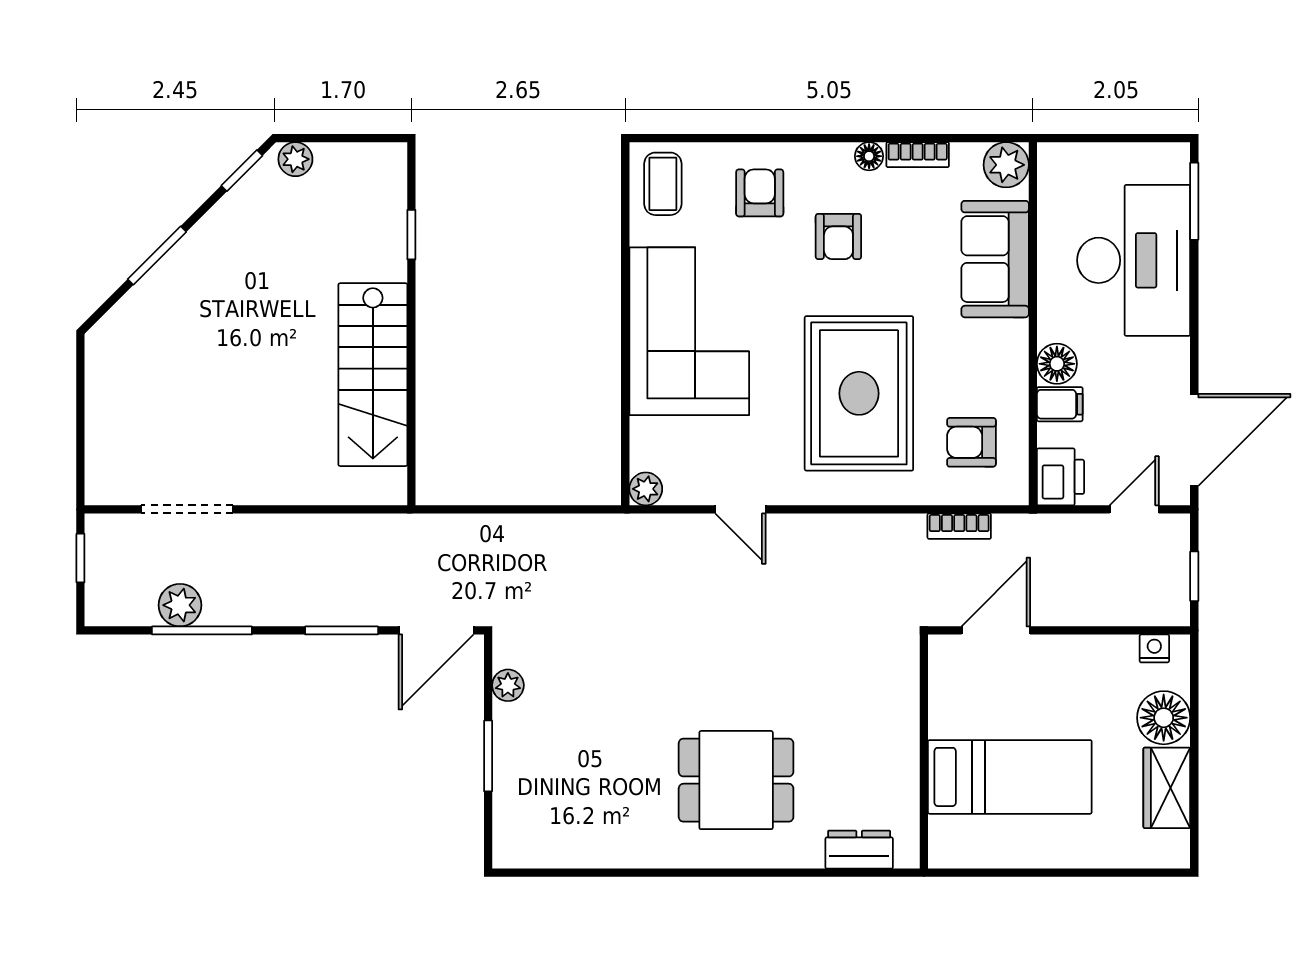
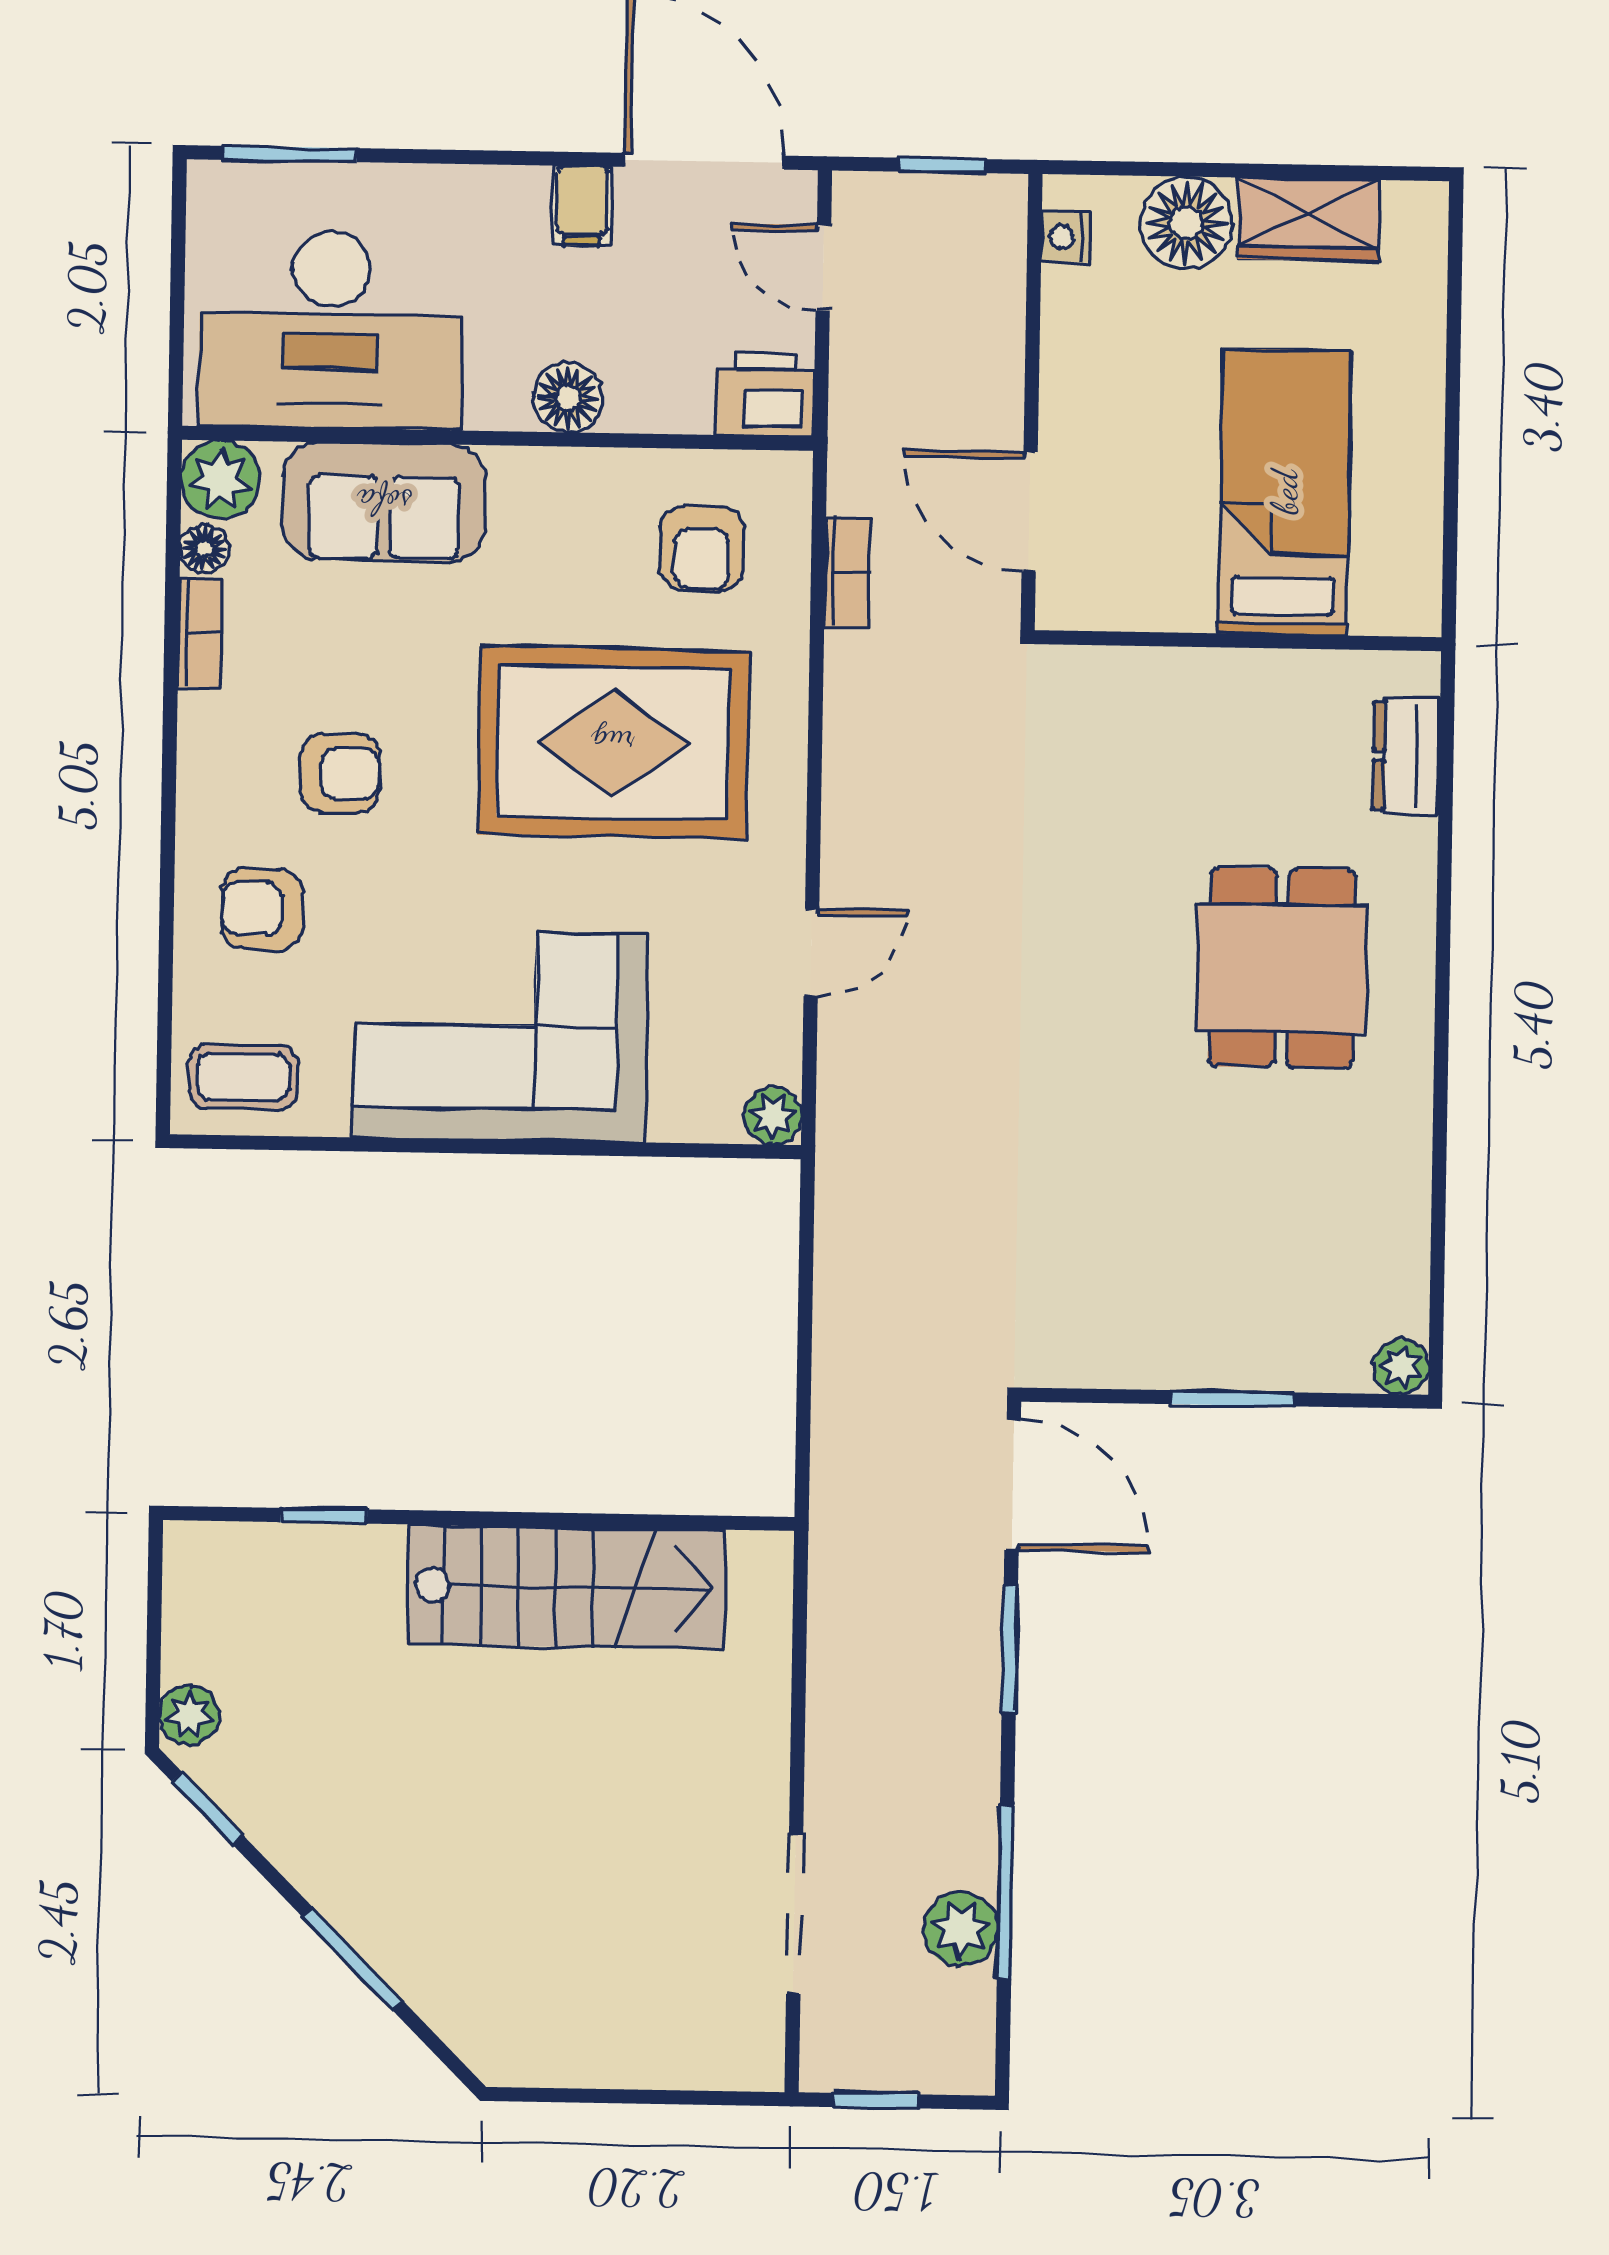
floor lamp: (869, 156) -> (204, 549), moved
desk: (1134, 260) -> (331, 330), moved, turned 180
filing cabinet: (1060, 404) -> (582, 206), moved, turned 180
plant: (508, 685) -> (1401, 1367), moved

